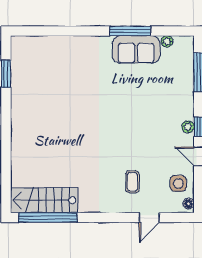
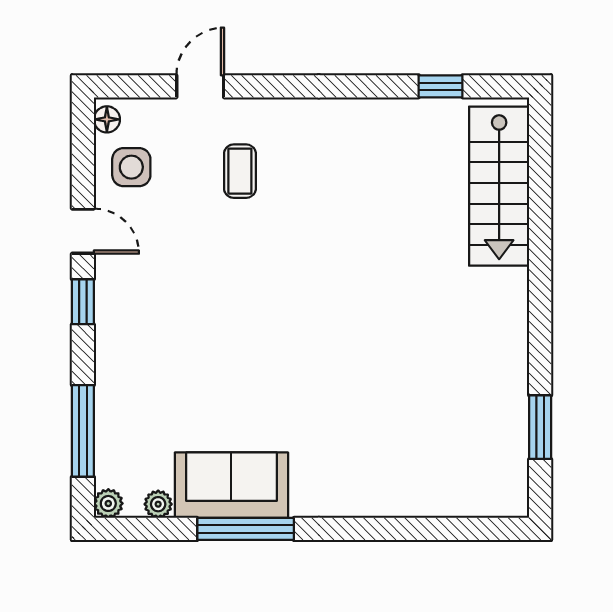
plant: (188, 127) -> (108, 503), moved
stairs: (44, 200) -> (499, 186), moved, turned 90
window: (48, 218) -> (441, 86), width x0.32

